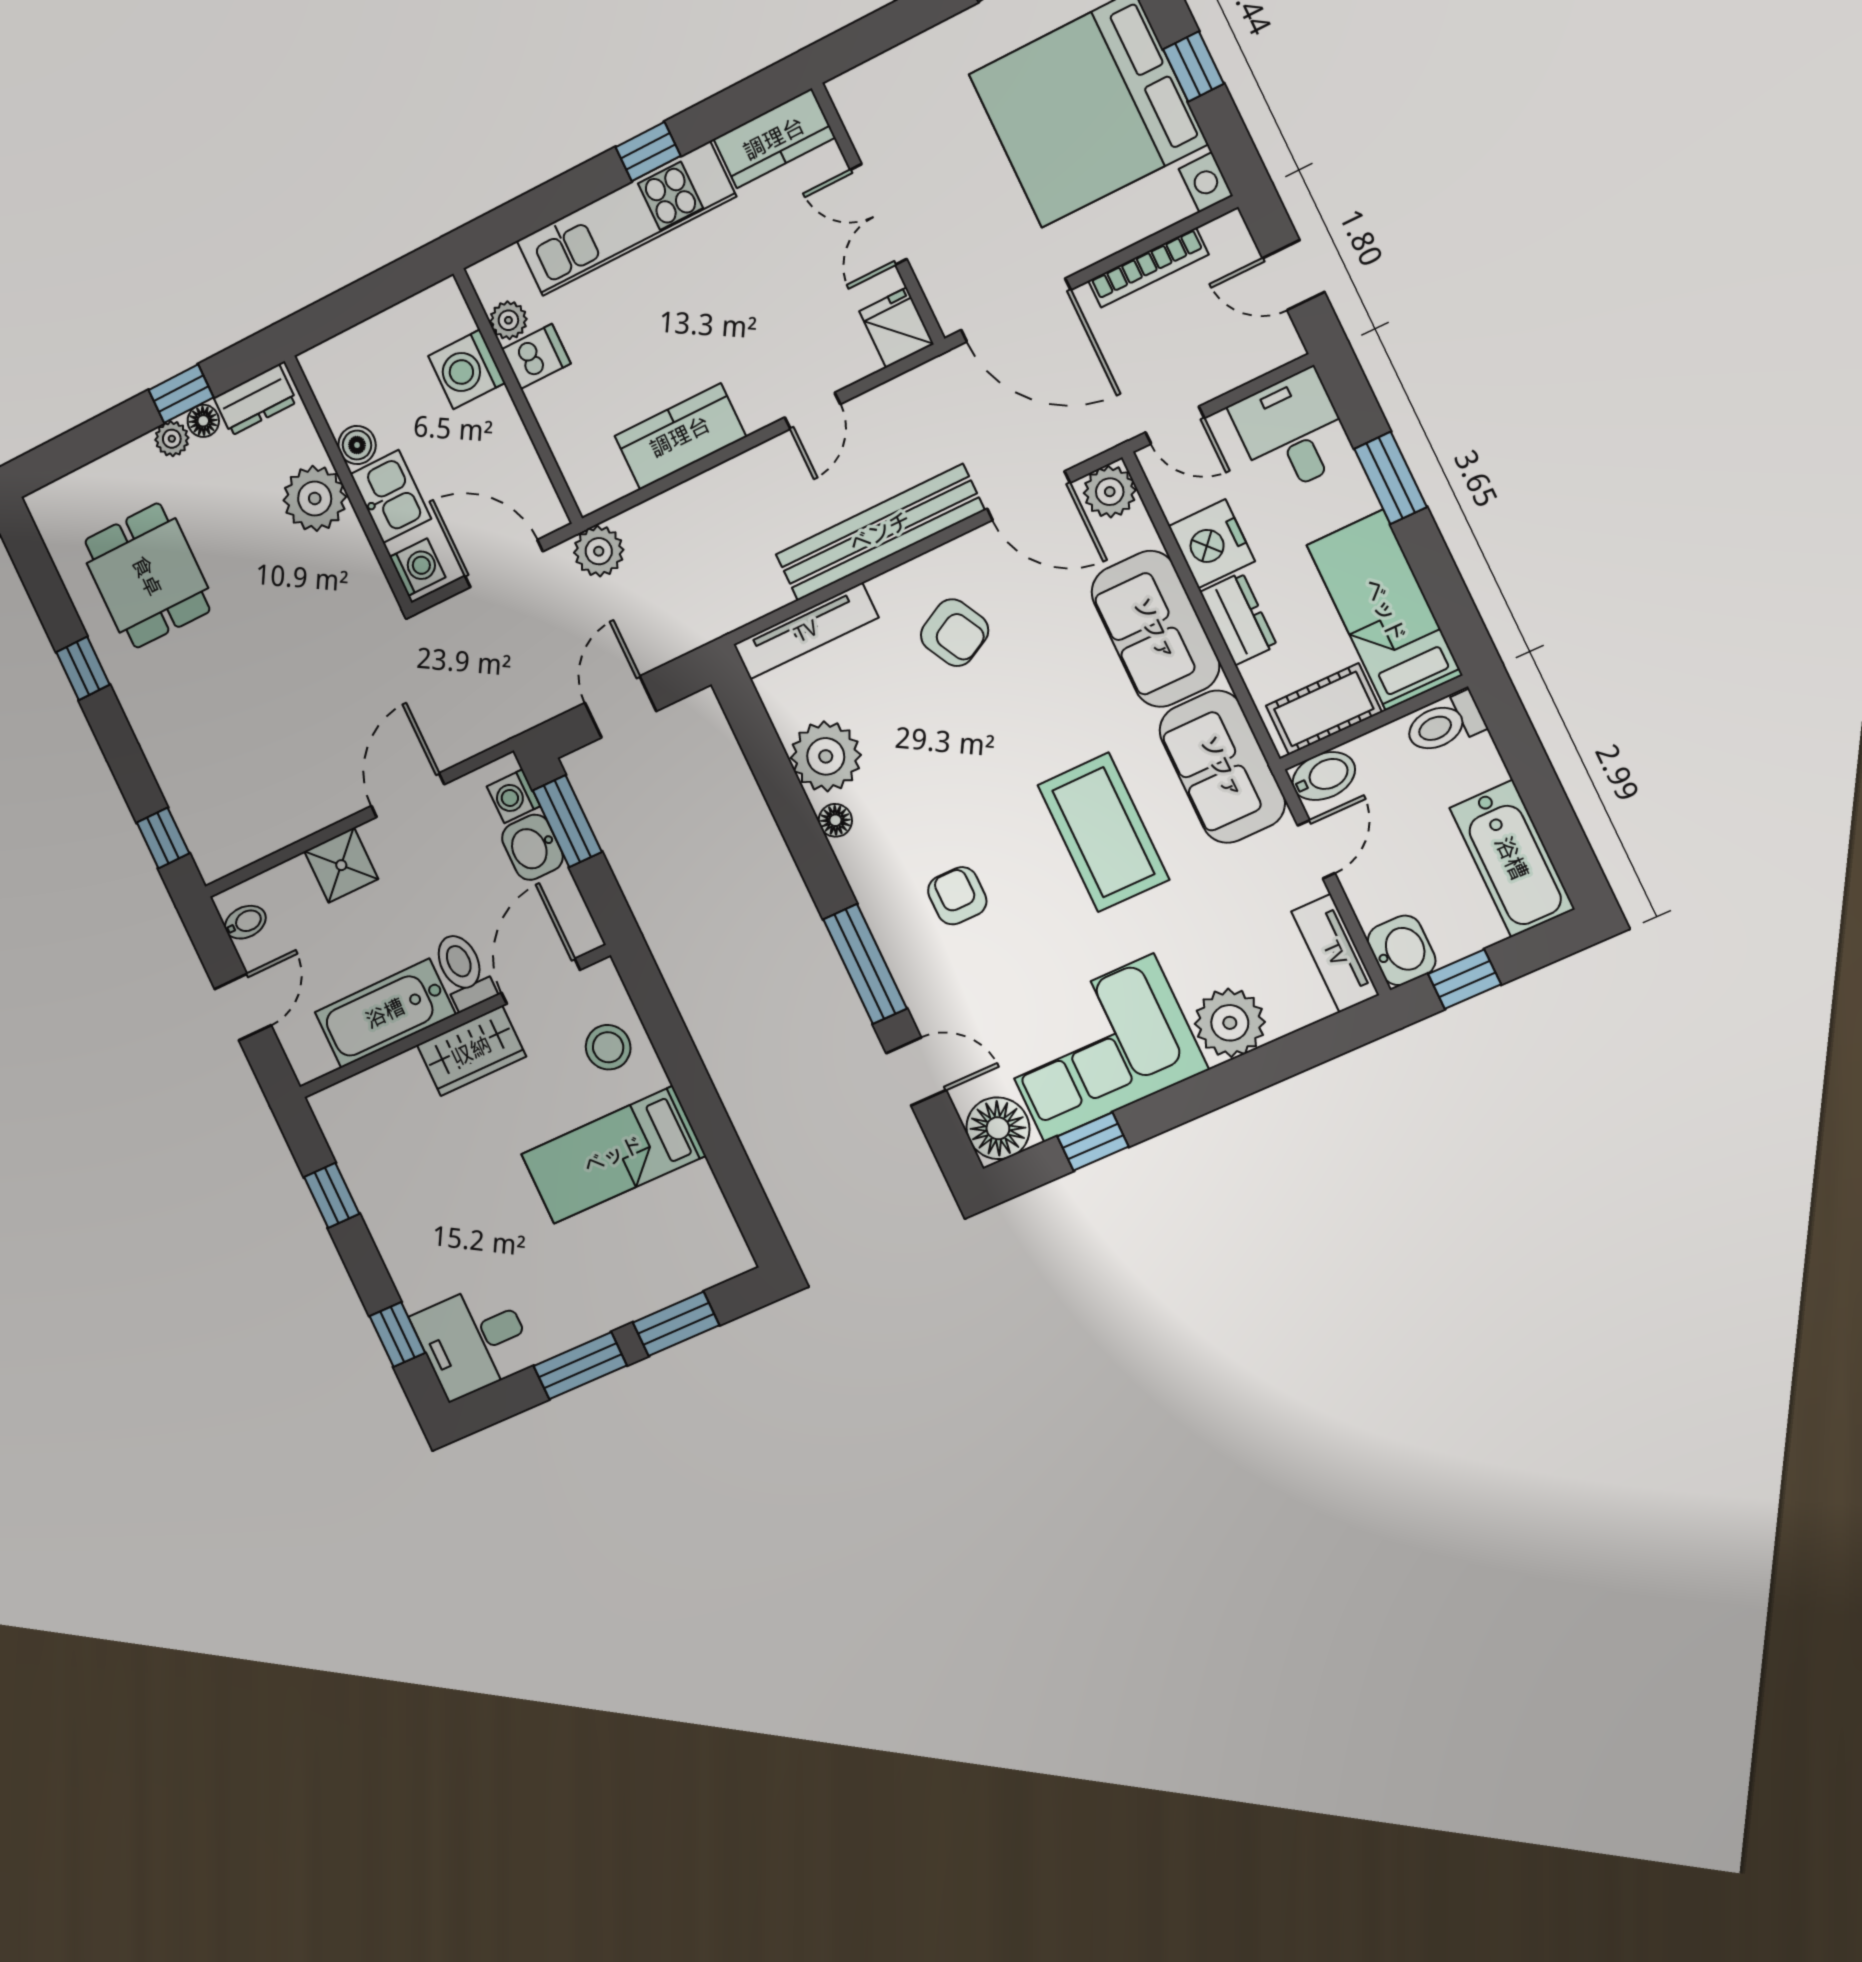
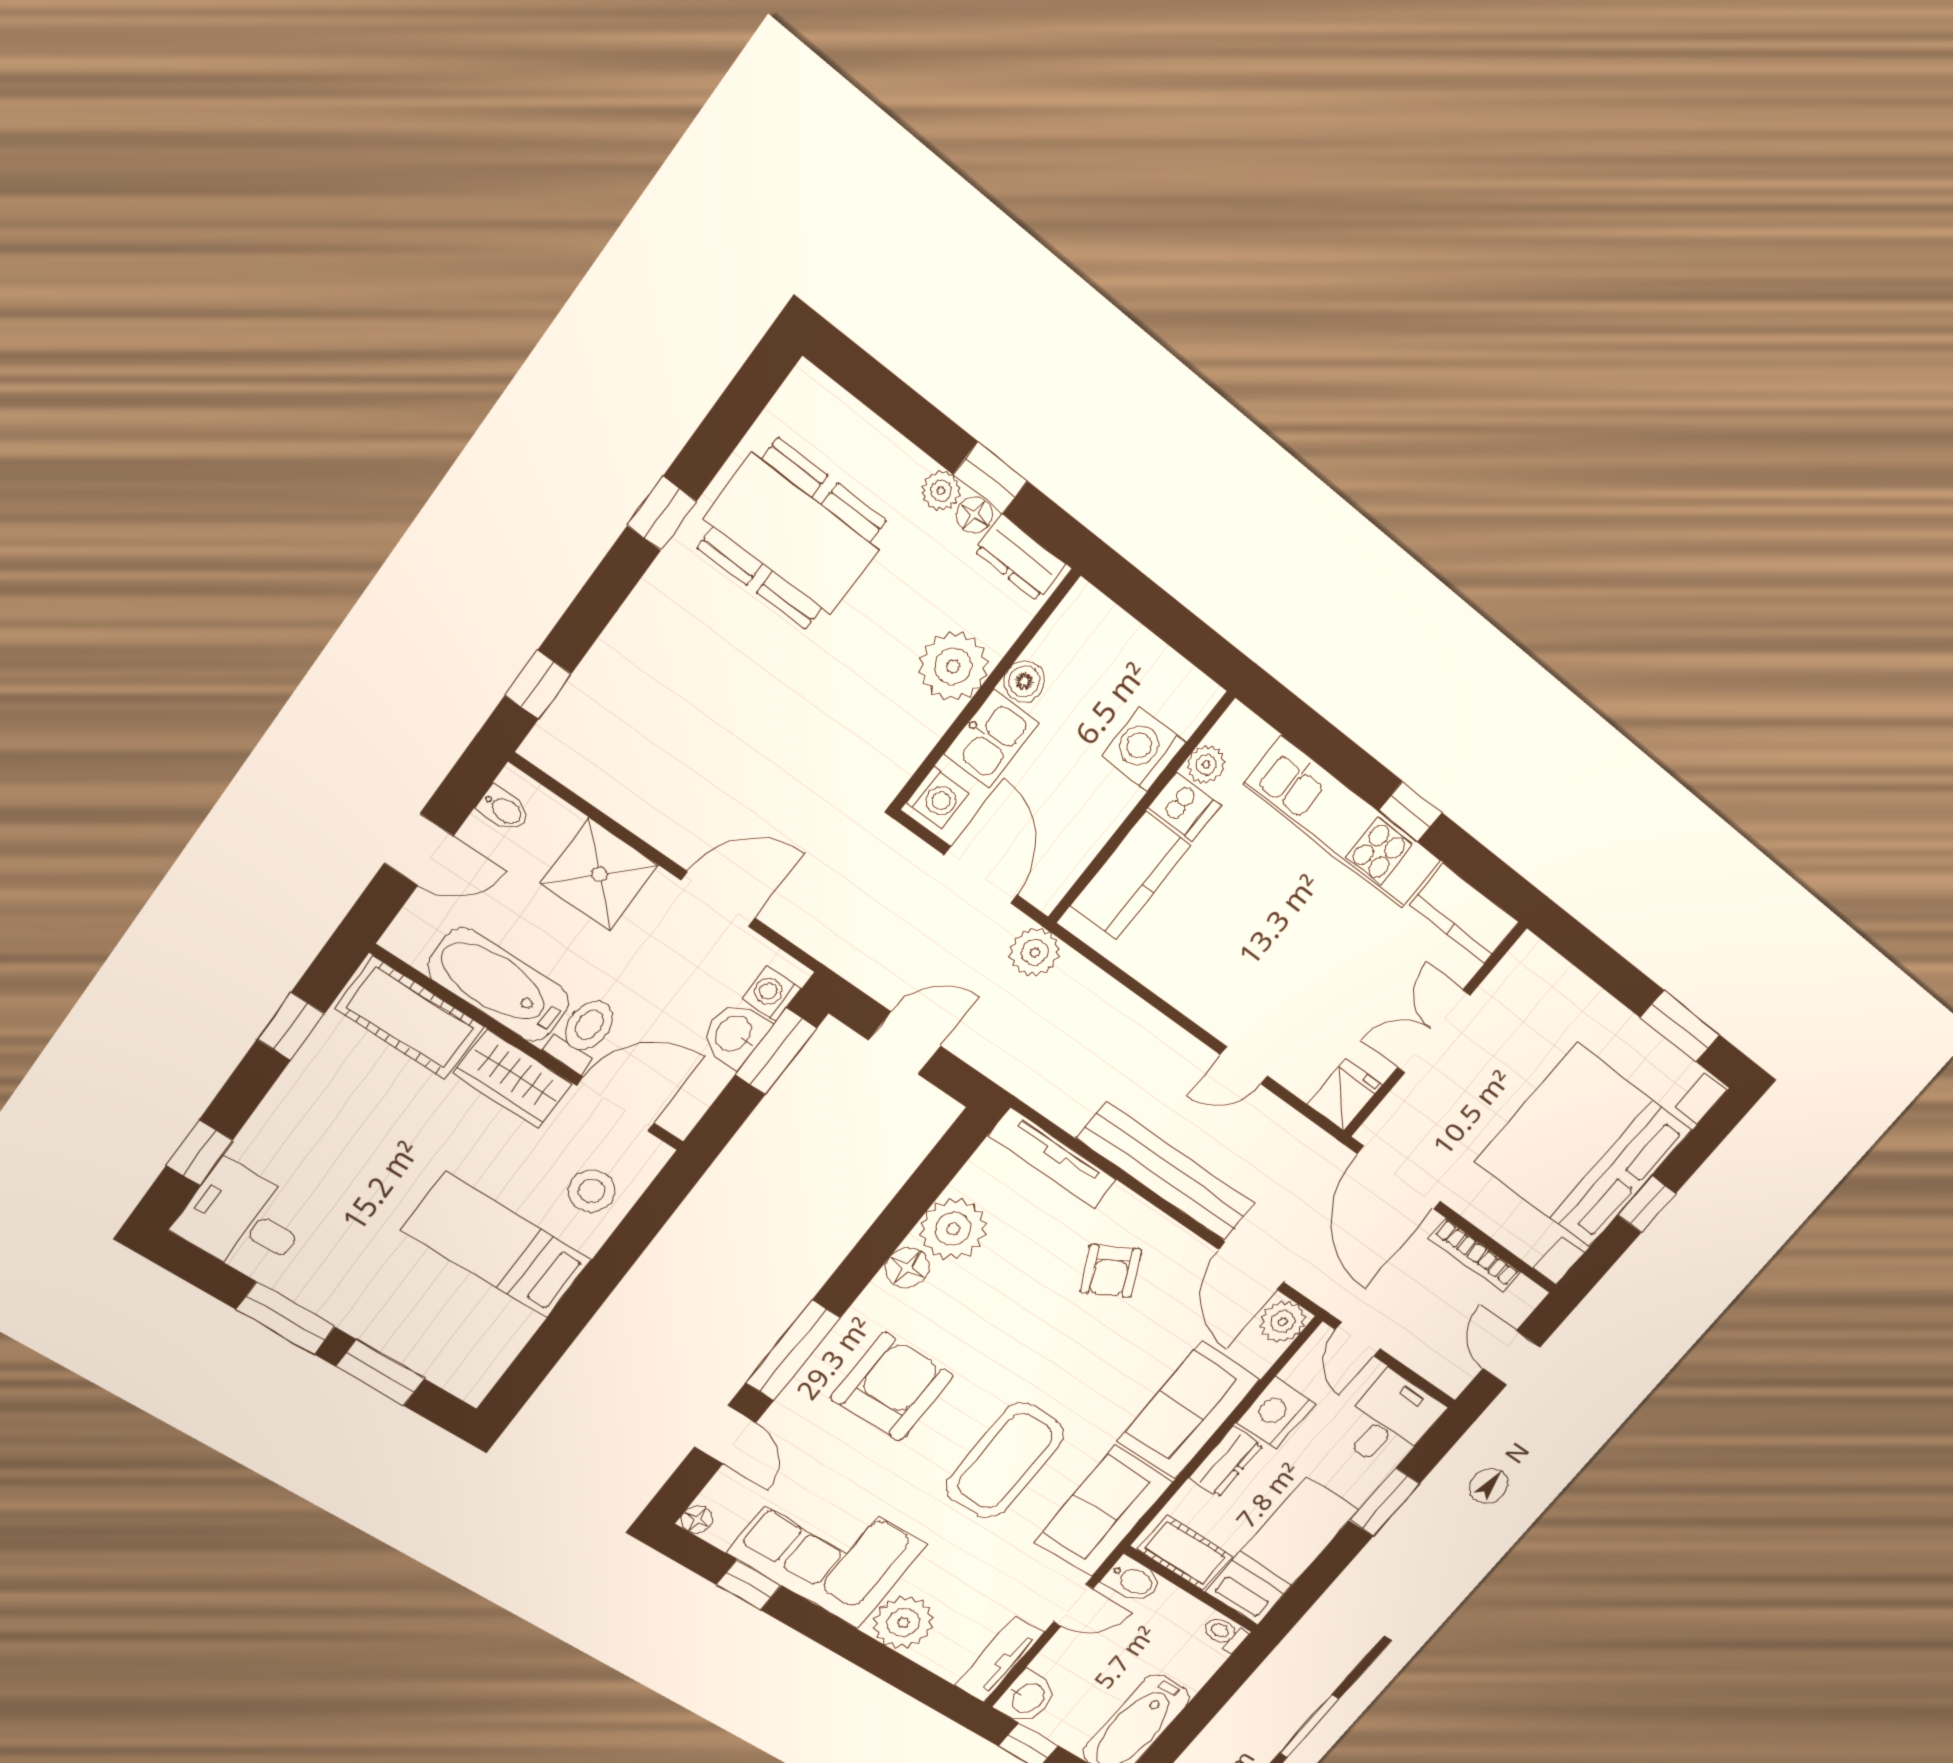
kitchen counter: (680, 436) -> (1130, 876), moved, turned 90
dining table: (147, 576) -> (792, 534), width x1.37
toilet: (1445, 724) -> (1224, 1633), width x0.73, depth x0.72
floor lamp: (835, 820) -> (907, 1268), width x1.37, depth x1.37
shower: (341, 865) -> (599, 874), width x1.36, depth x1.36
armchair: (957, 896) -> (892, 1387), width x1.88, depth x1.88
cot: (375, 1100) -> (410, 1018), added
floor lamp: (998, 1128) -> (697, 1520), width x0.53, depth x0.53

